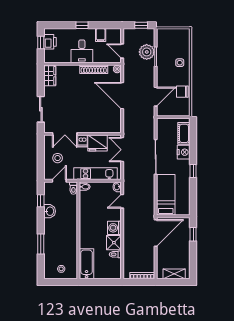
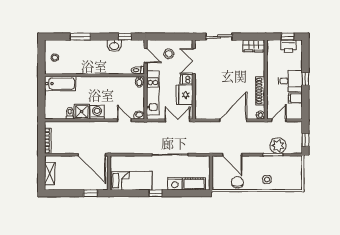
desk: (82, 51) -> (290, 81), moved, turned 180
bed: (166, 195) -> (131, 181), moved

